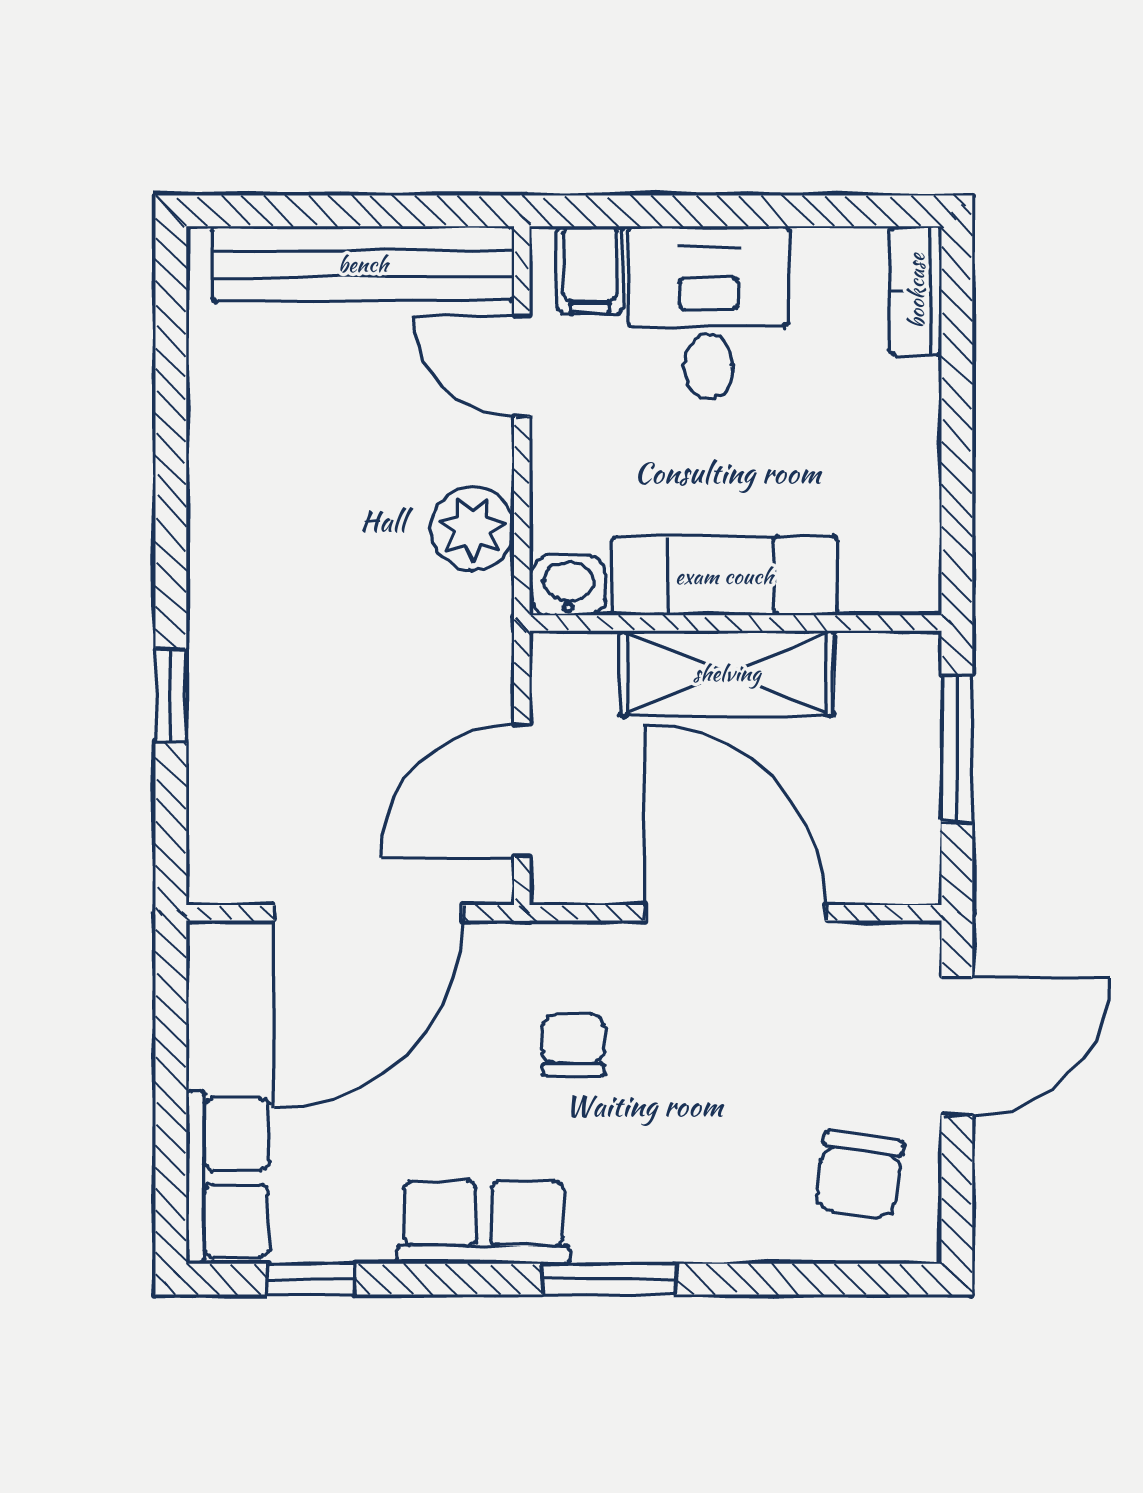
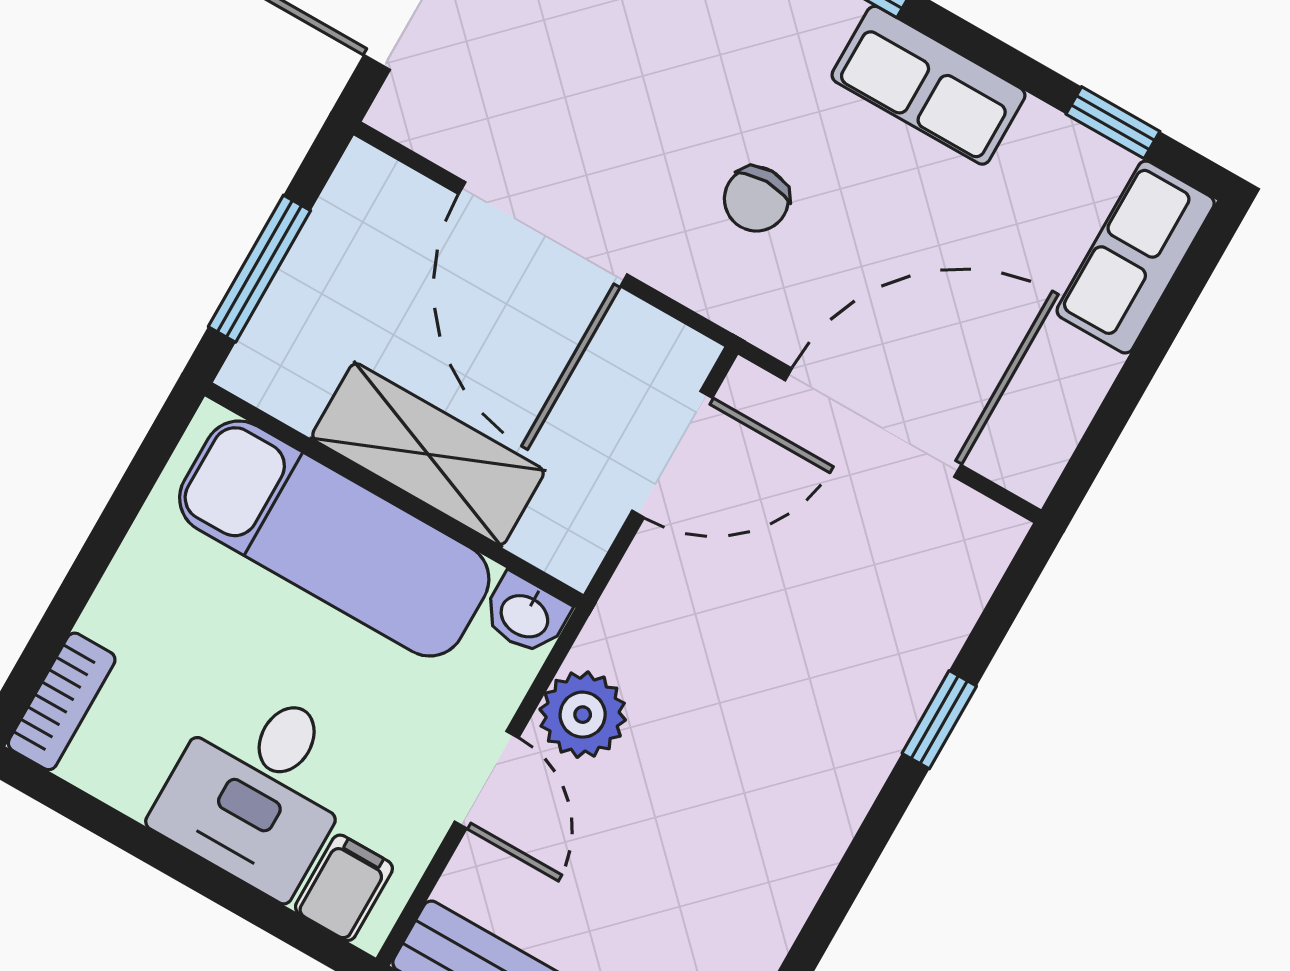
door: (522, 366) -> (486, 780), moved
exam couch: (724, 576) -> (334, 538), width x1.36, depth x1.45

